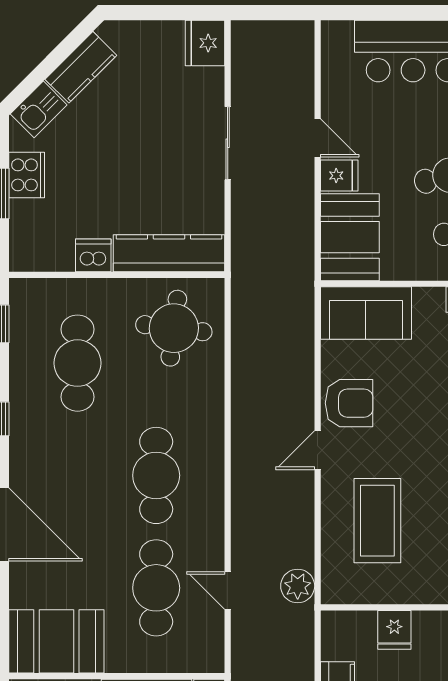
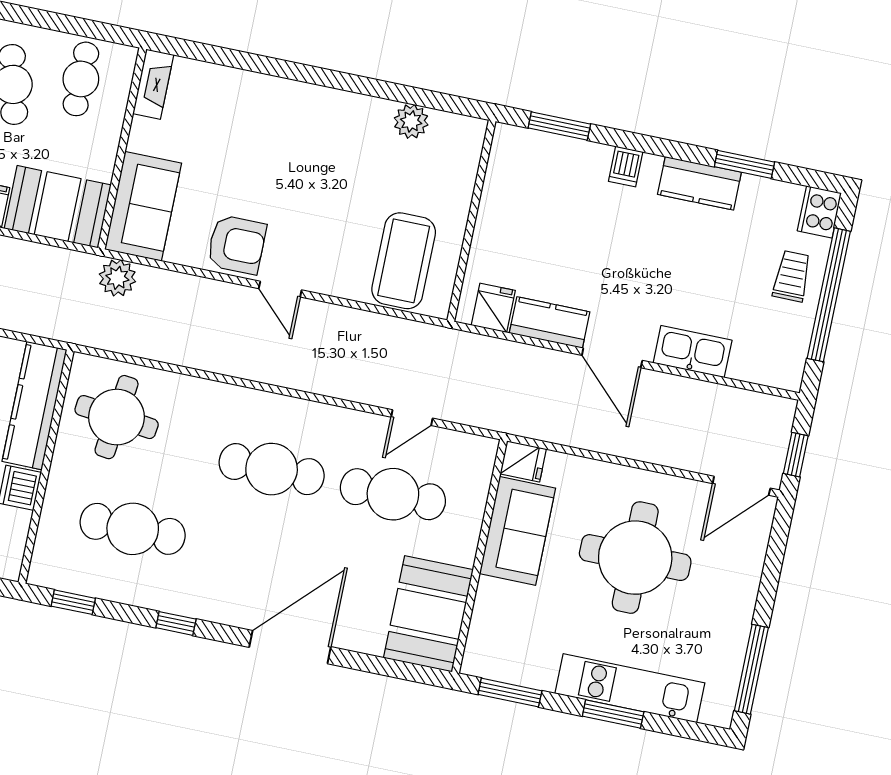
armchair: (349, 403) -> (237, 245), turned 90
coffee table: (377, 521) -> (404, 261), moved, turned 90
plant: (298, 586) -> (117, 278), moved
fridge: (394, 630) -> (493, 308), moved, turned -90

